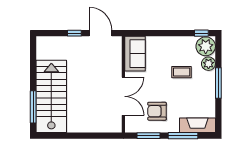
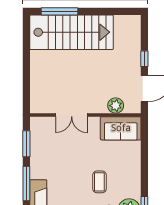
plant: (115, 58) -> (116, 106), added
double door: (123, 96) -> (72, 115), width x0.73
armchair: (157, 111) -> (55, 154), removed

